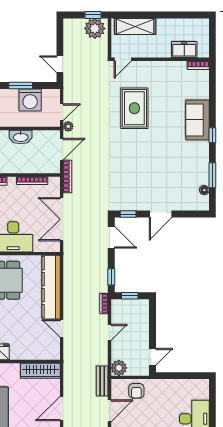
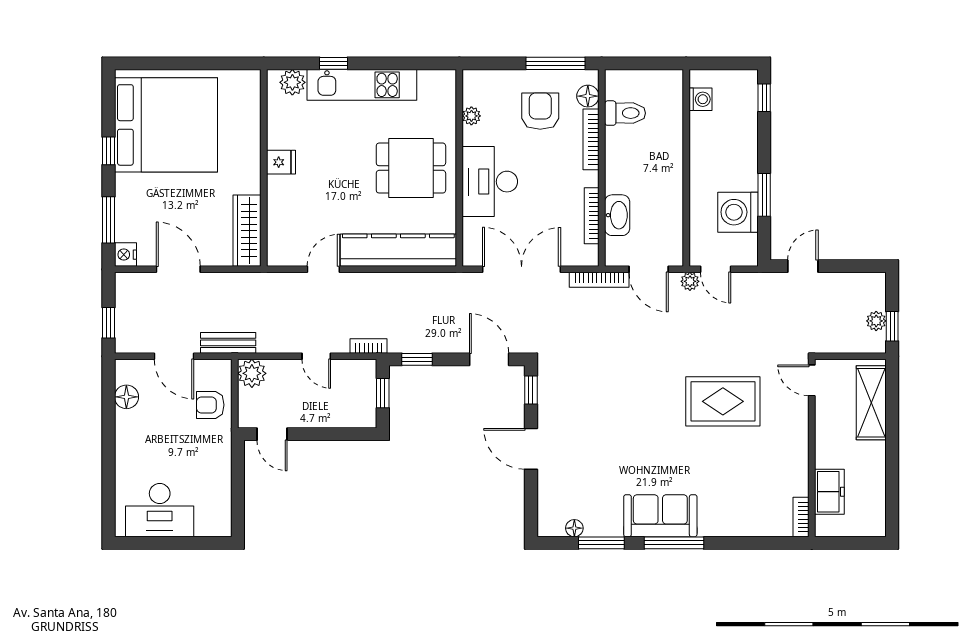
plant: (95, 29) -> (876, 321), width x0.53, depth x0.53
sofa: (197, 120) -> (660, 516), moved
window: (212, 135) -> (674, 543), width x2.17
washbasin: (21, 137) -> (617, 215), moved, turned 180
door: (111, 237) -> (489, 359), swing flipped

